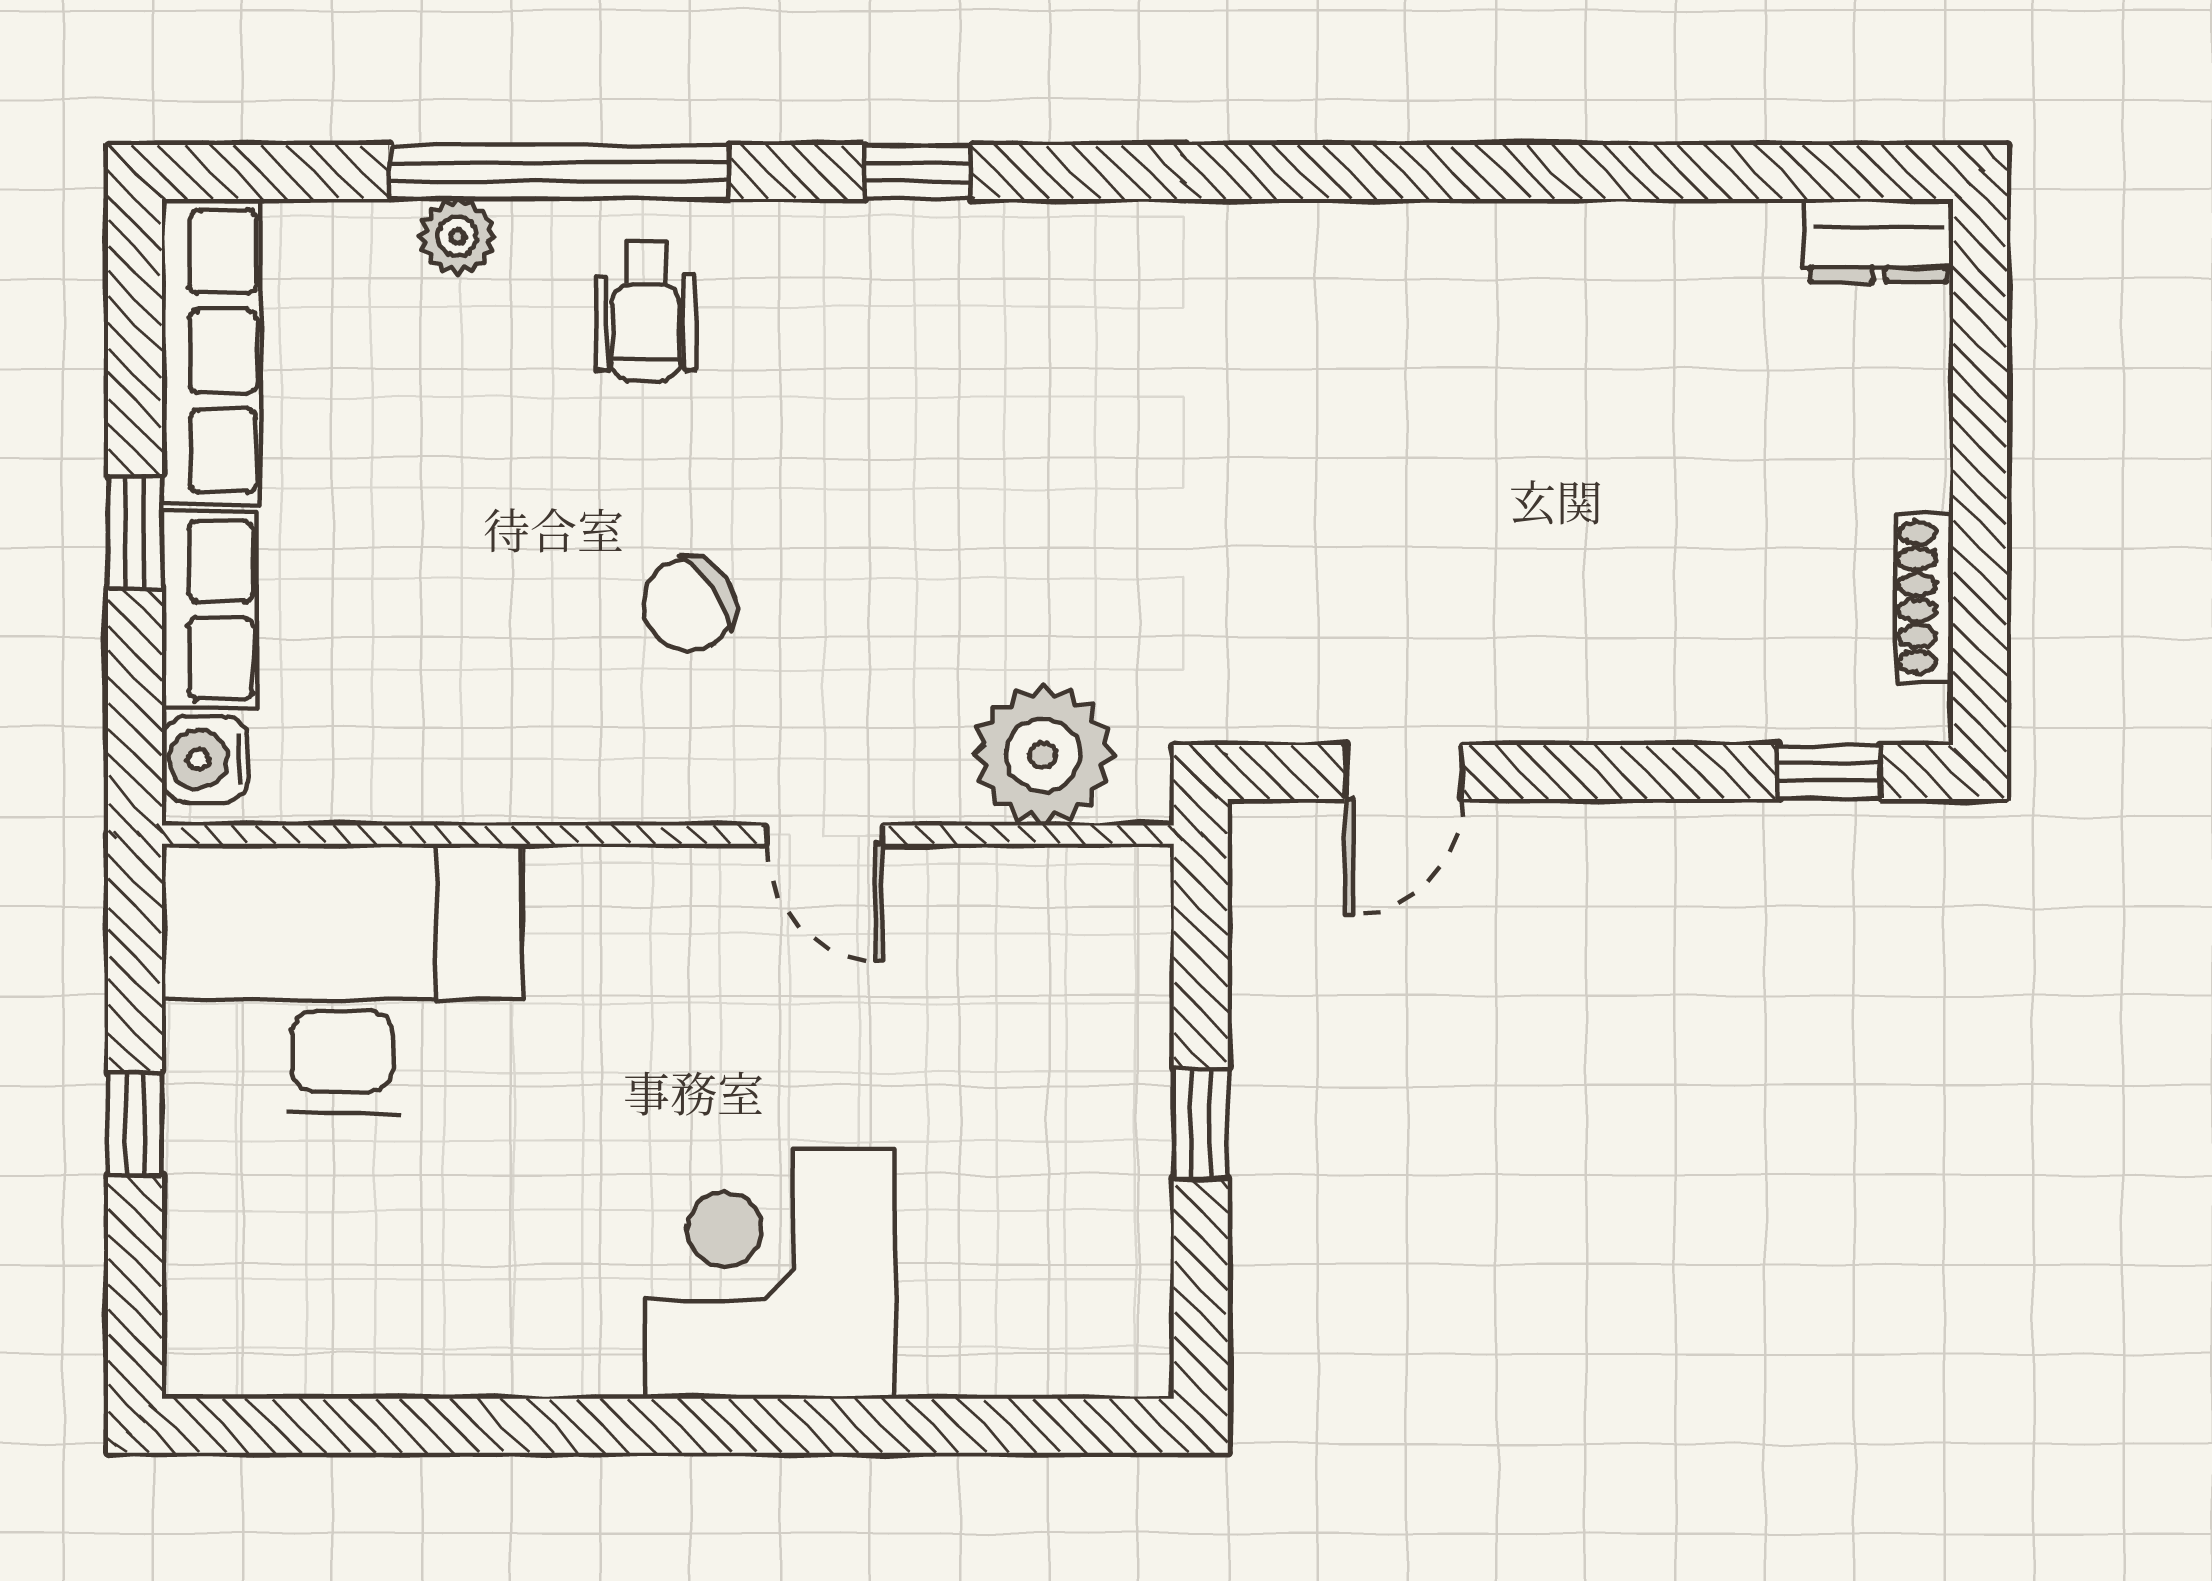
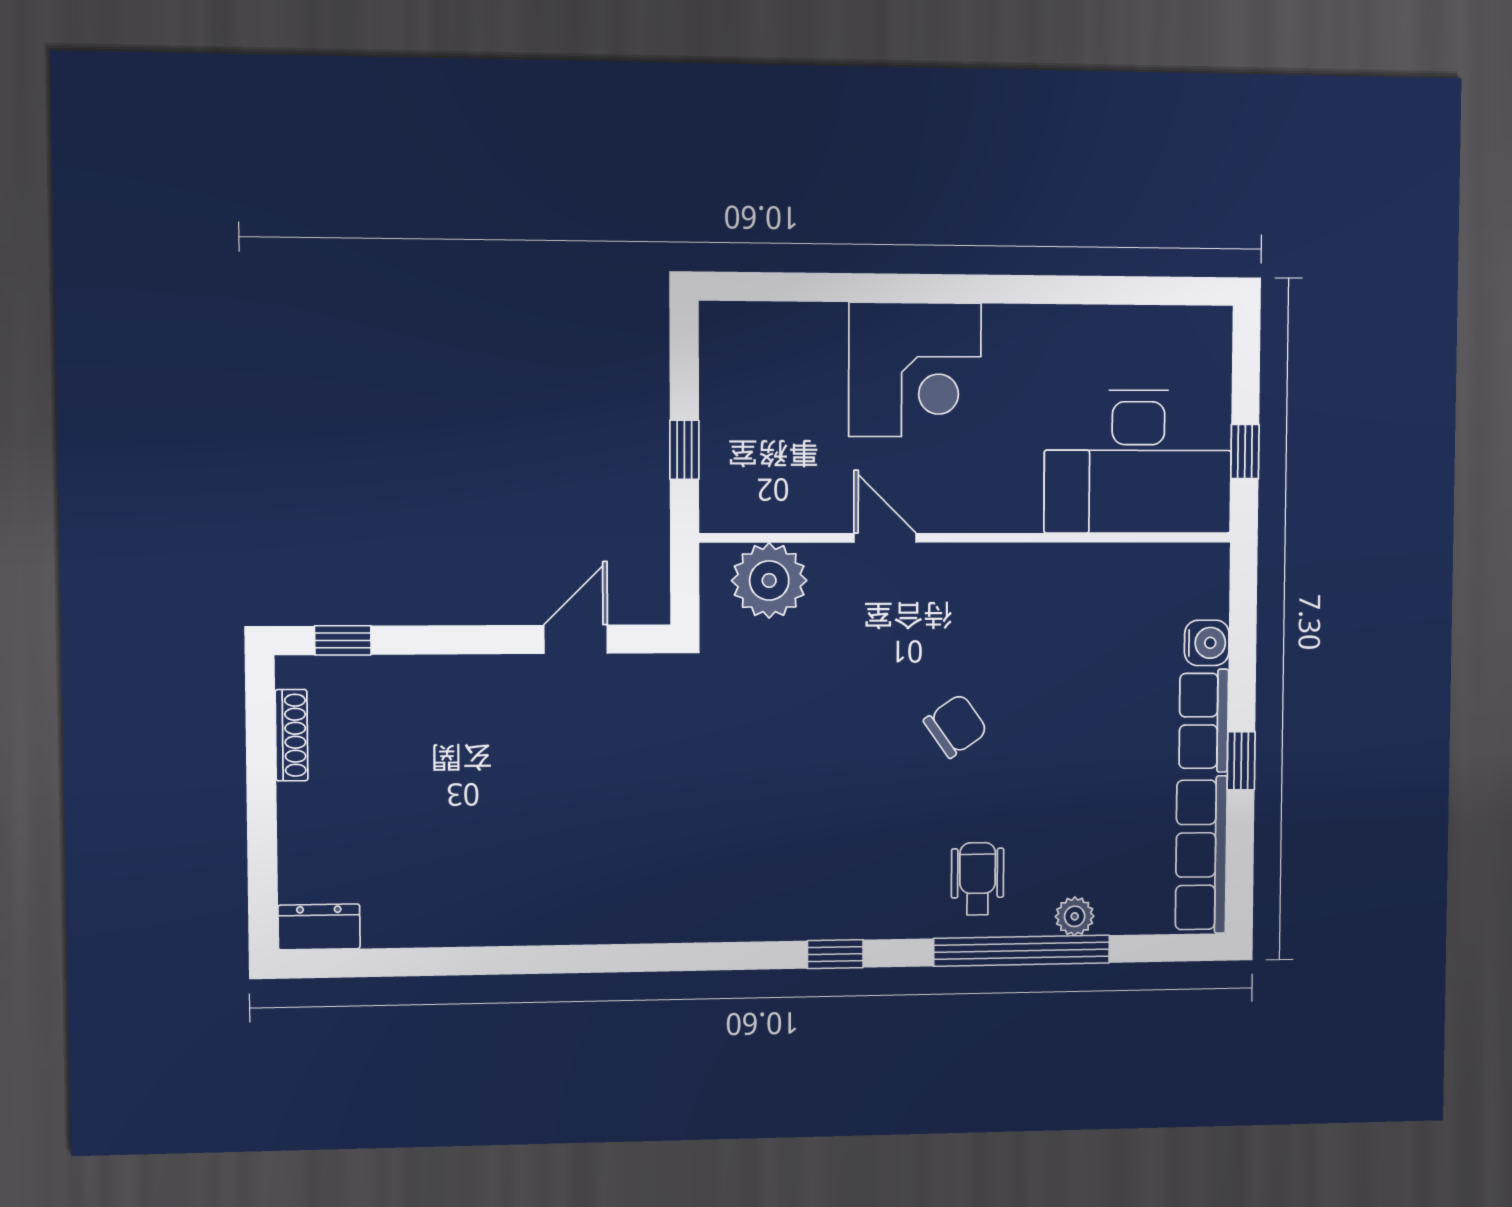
plant: (1043, 755) -> (769, 580), moved
wall: (668, 835) -> (968, 538), moved
door: (825, 835) -> (885, 538), moved
desk: (342, 978) -> (1138, 462), moved

